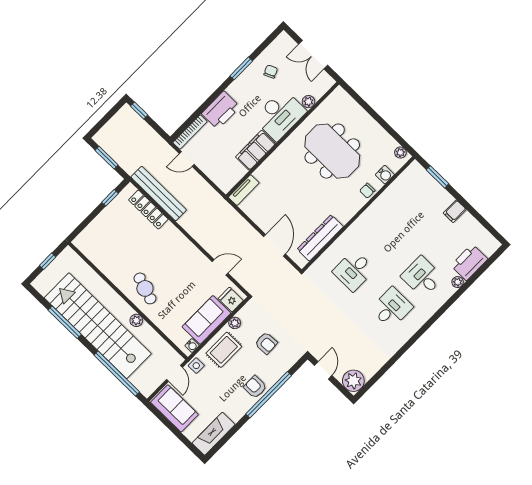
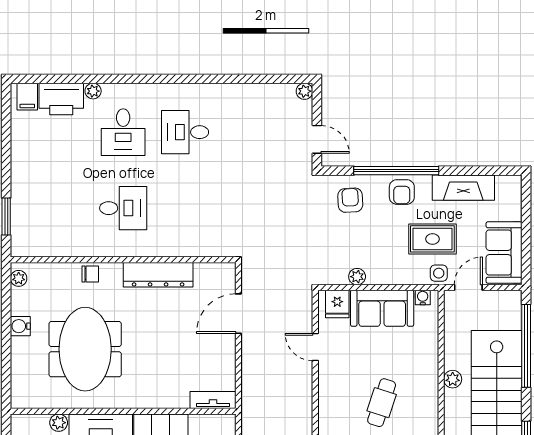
water cooler: (385, 175) -> (20, 326), moved, turned -90
filing cabinet: (455, 211) -> (27, 97), moved, turned 90
dresser: (320, 238) -> (158, 275), moved
desk: (354, 271) -> (123, 208), moved
cafe table: (145, 288) -> (382, 403), moved
armchair: (266, 343) -> (350, 200), moved
rug: (224, 350) -> (432, 239), moved
door: (323, 370) -> (317, 139), swing flipped
plant: (353, 381) -> (304, 91), width x0.53, depth x0.53
fireplace: (213, 434) -> (463, 188), moved

